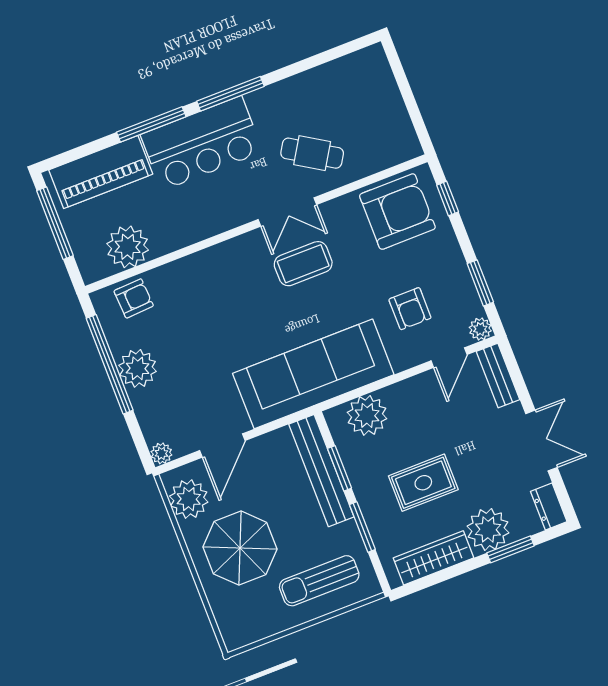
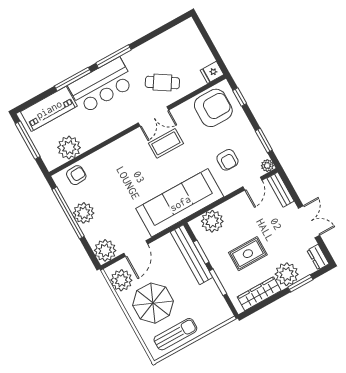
fridge: (404, 147) -> (212, 72), added
plant: (161, 453) -> (105, 250), width x1.88, depth x1.88
sun lounger: (319, 581) -> (175, 334), moved, turned 180

